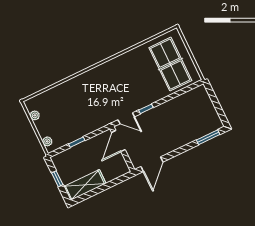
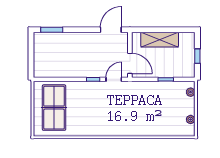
door: (126, 118) -> (114, 79), hinge flipped
door: (118, 141) -> (130, 63), hinge flipped
shelving: (85, 185) -> (160, 40), moved

